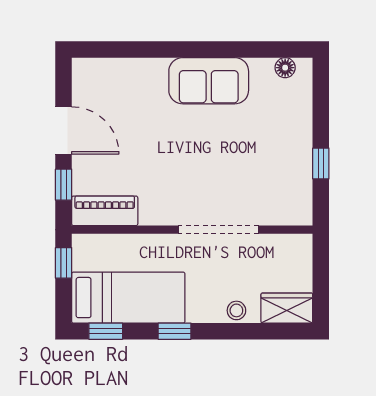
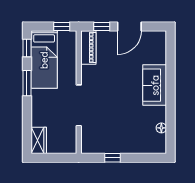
floor lamp: (285, 68) -> (161, 128), moved
sofa: (209, 81) -> (155, 85), moved
stool: (236, 310) -> (37, 115), removed
window: (175, 331) -> (27, 83), width x1.50

